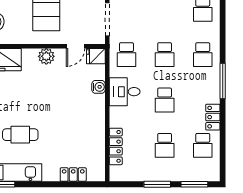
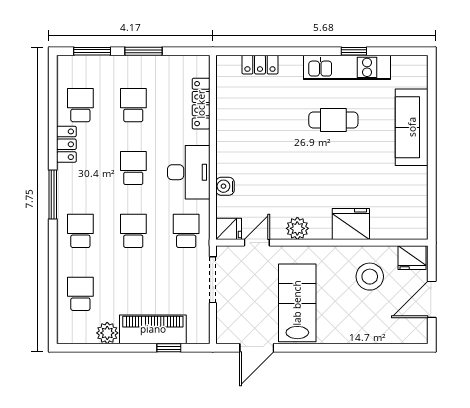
desk: (125, 92) -> (189, 172), width x1.37

